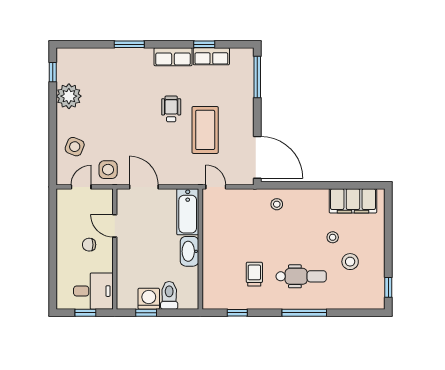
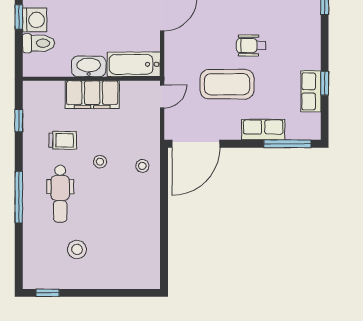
row of seats: (173, 57) -> (263, 130), moved, turned 90
wheelchair: (171, 109) -> (251, 45), turned 180
filing cabinet: (353, 201) -> (92, 95), moved, turned -90
stool: (333, 237) -> (100, 162), moved

